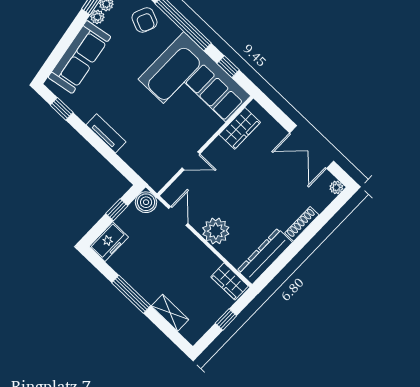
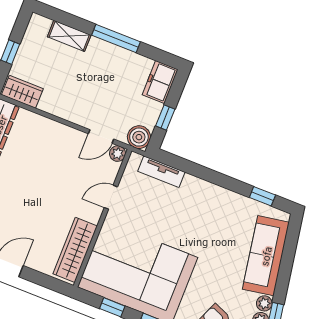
wardrobe: (240, 128) -> (75, 250), width x1.50
tv unit: (106, 133) -> (161, 172), moved
door: (178, 216) -> (101, 136), hinge flipped
plant: (216, 231) -> (118, 154), moved, width x0.53, depth x0.53

